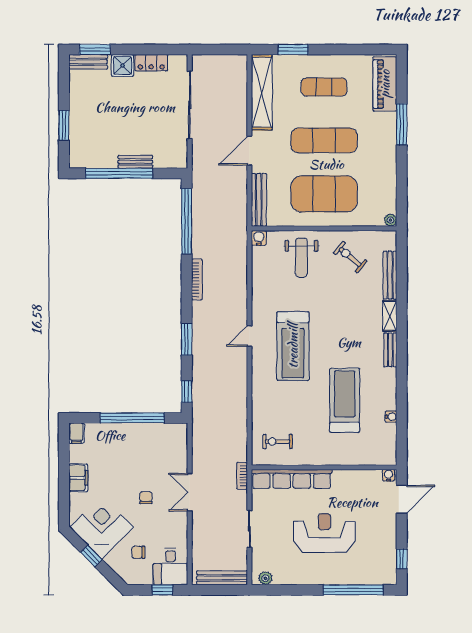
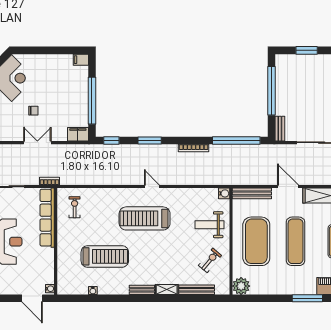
bench: (135, 162) -> (280, 129), moved
plant: (390, 220) -> (241, 286), width x1.88, depth x1.88
filing cabinet: (78, 478) -> (78, 134), moved, turned 180

